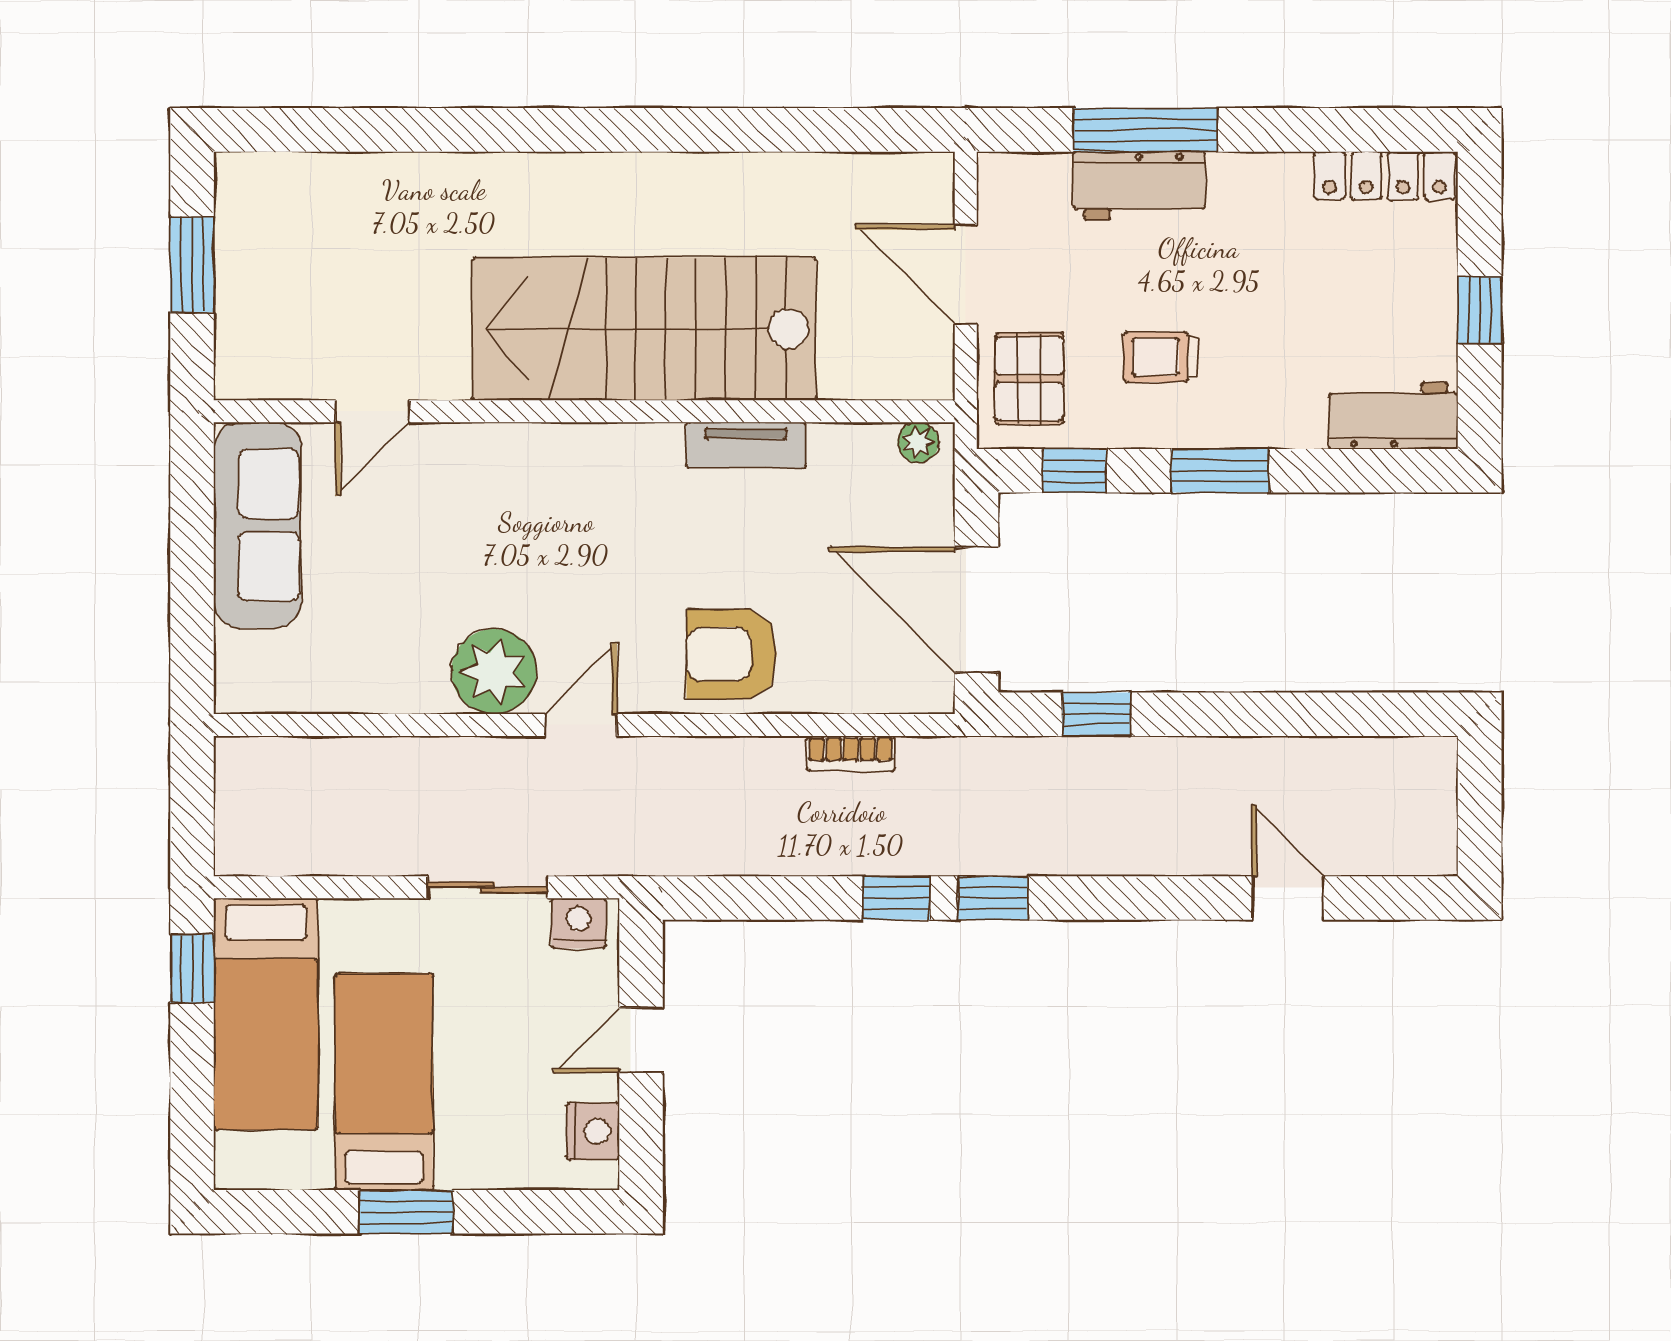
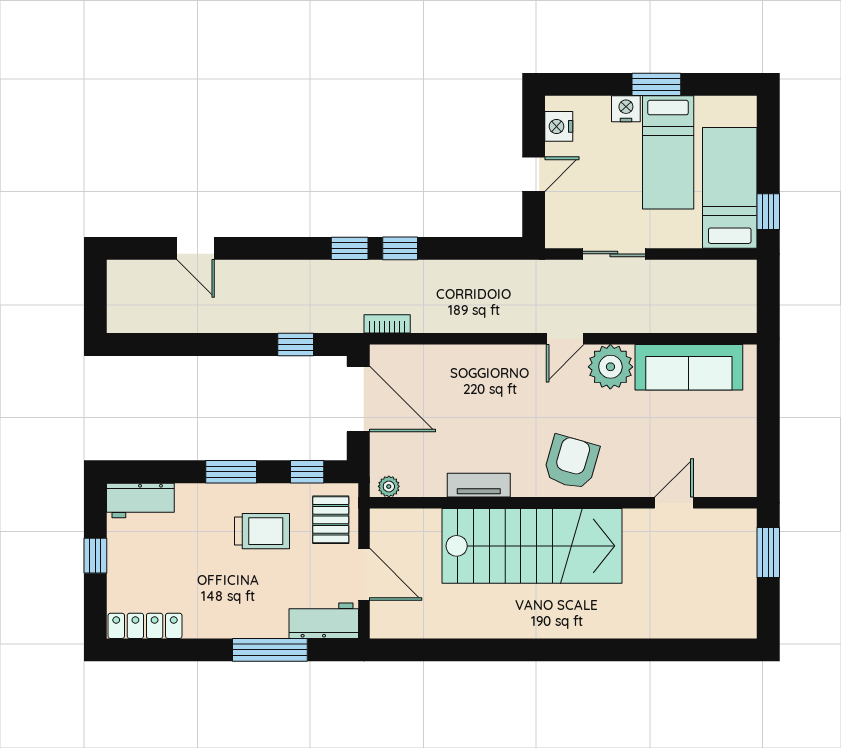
workbench: (1139, 186) -> (324, 621), moved
window: (192, 265) -> (768, 552), moved
trolley: (1161, 357) -> (262, 531), width x1.36, depth x1.39
sofa: (257, 525) -> (689, 367), moved, turned -90
armchair: (732, 654) -> (571, 462), moved, turned -74
bookcase: (851, 753) -> (387, 324), moved
nightstand: (579, 923) -> (626, 109), moved, turned 180

